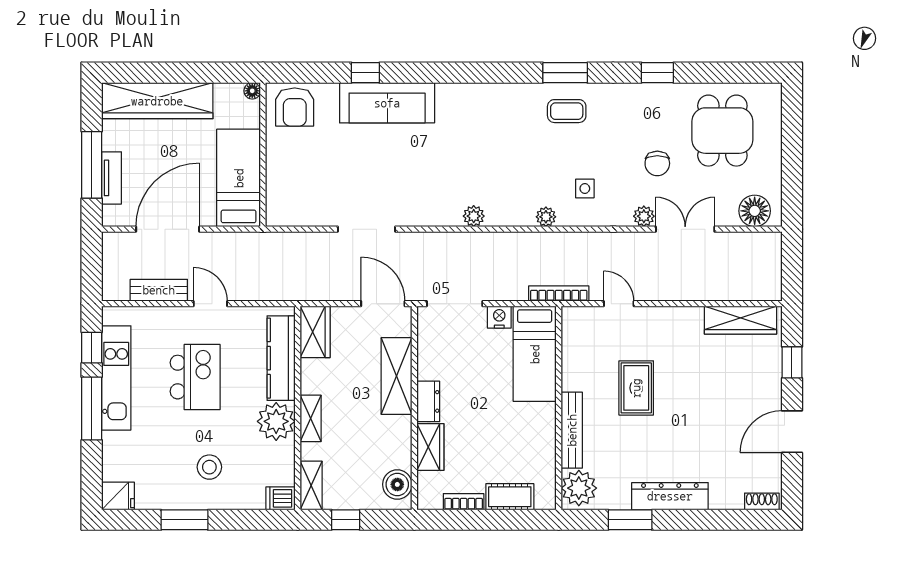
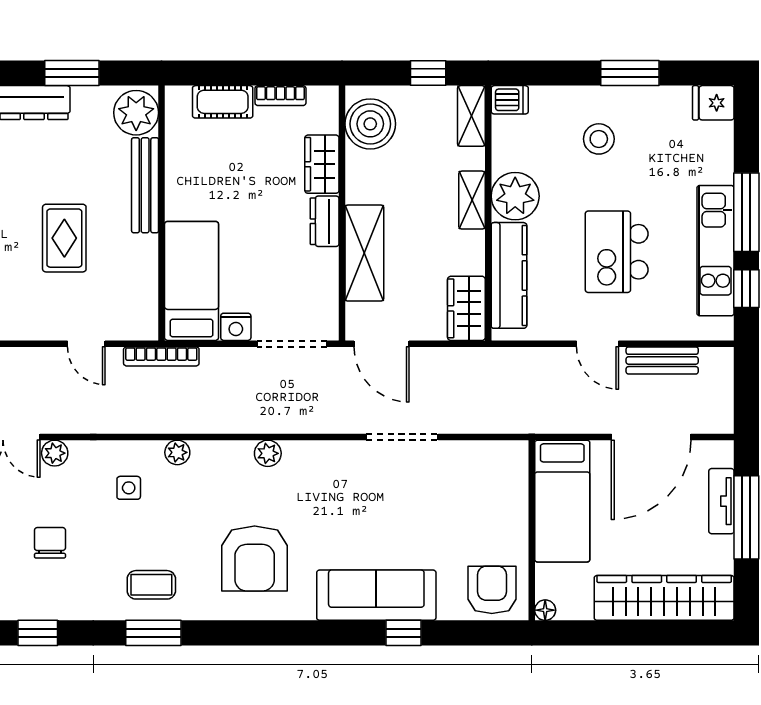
armchair: (484, 132) -> (255, 559), added
chair: (657, 163) -> (50, 543), moved
boiler: (397, 484) -> (370, 124), width x1.37, depth x1.37

